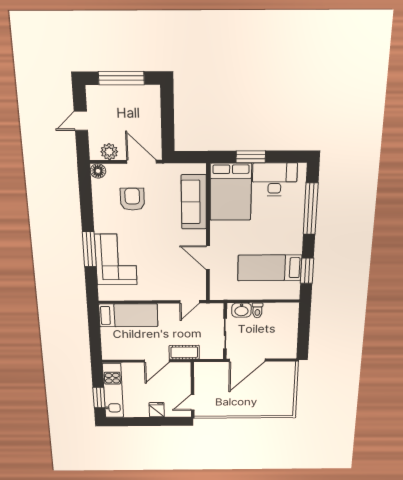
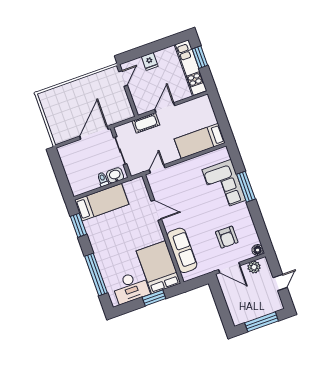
bed: (270, 268) -> (102, 202), moved

